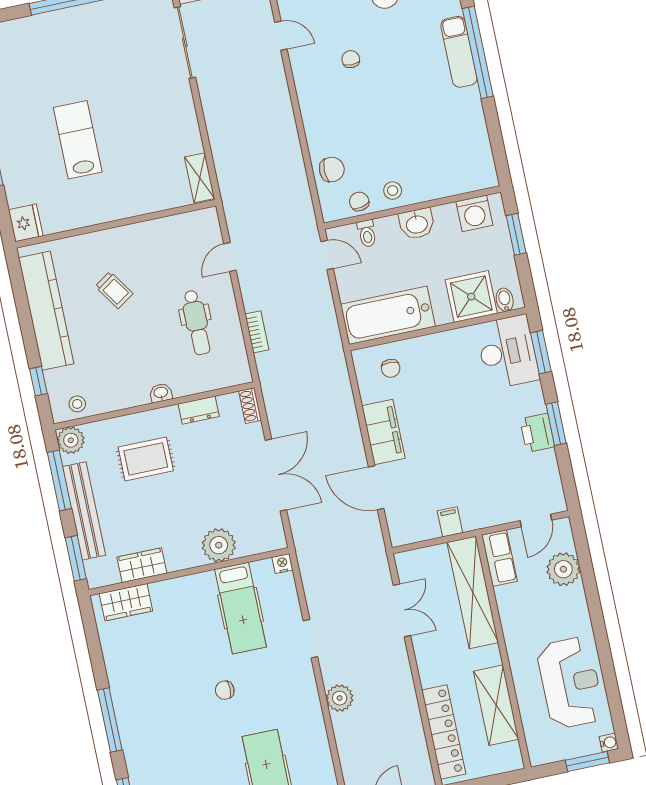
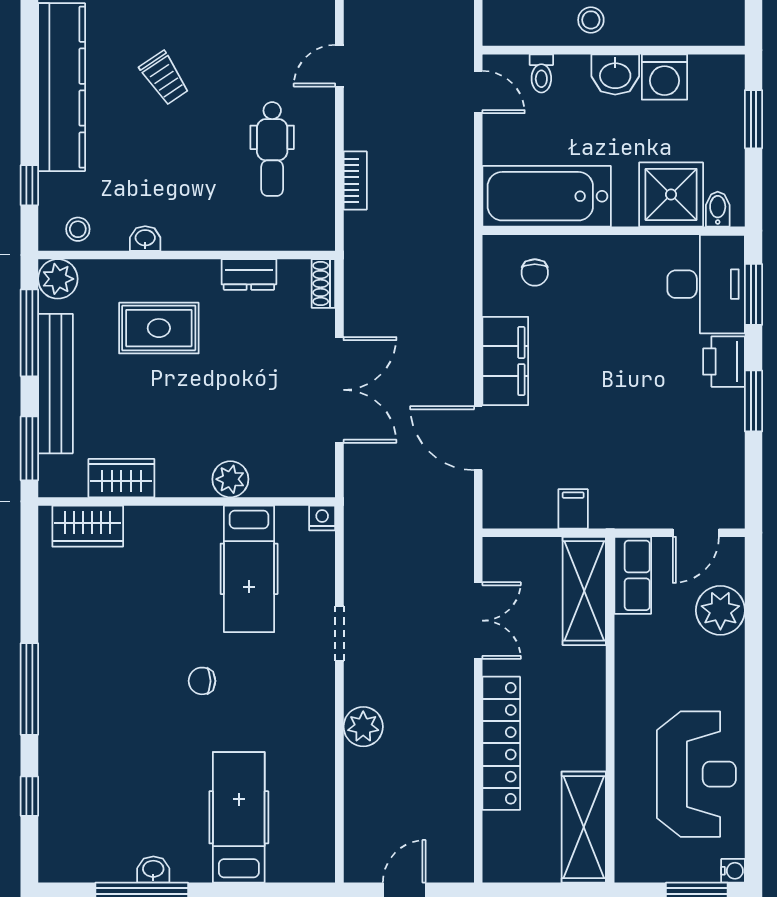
chair: (359, 201) -> (540, 26), removed
washing machine: (474, 213) -> (664, 77), moved
washbasin: (161, 393) -> (145, 238), moved
printer: (537, 433) -> (724, 362), moved
plant: (219, 545) -> (230, 479), width x0.73, depth x0.73
shelving: (473, 592) -> (584, 591), width x0.68
shelving: (496, 705) -> (584, 827), moved
locker: (444, 732) -> (501, 743), moved

